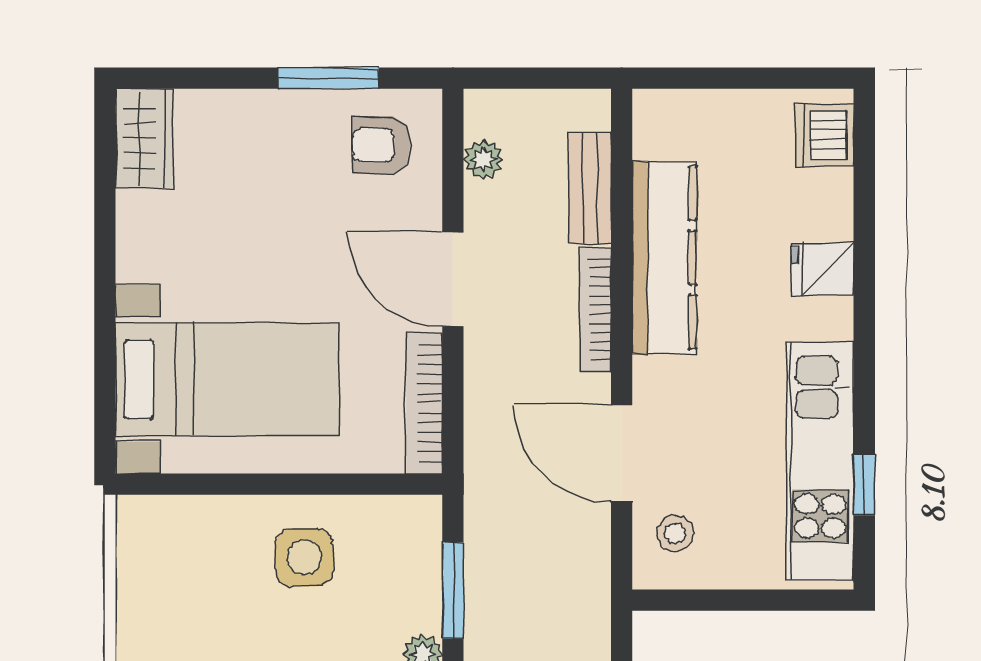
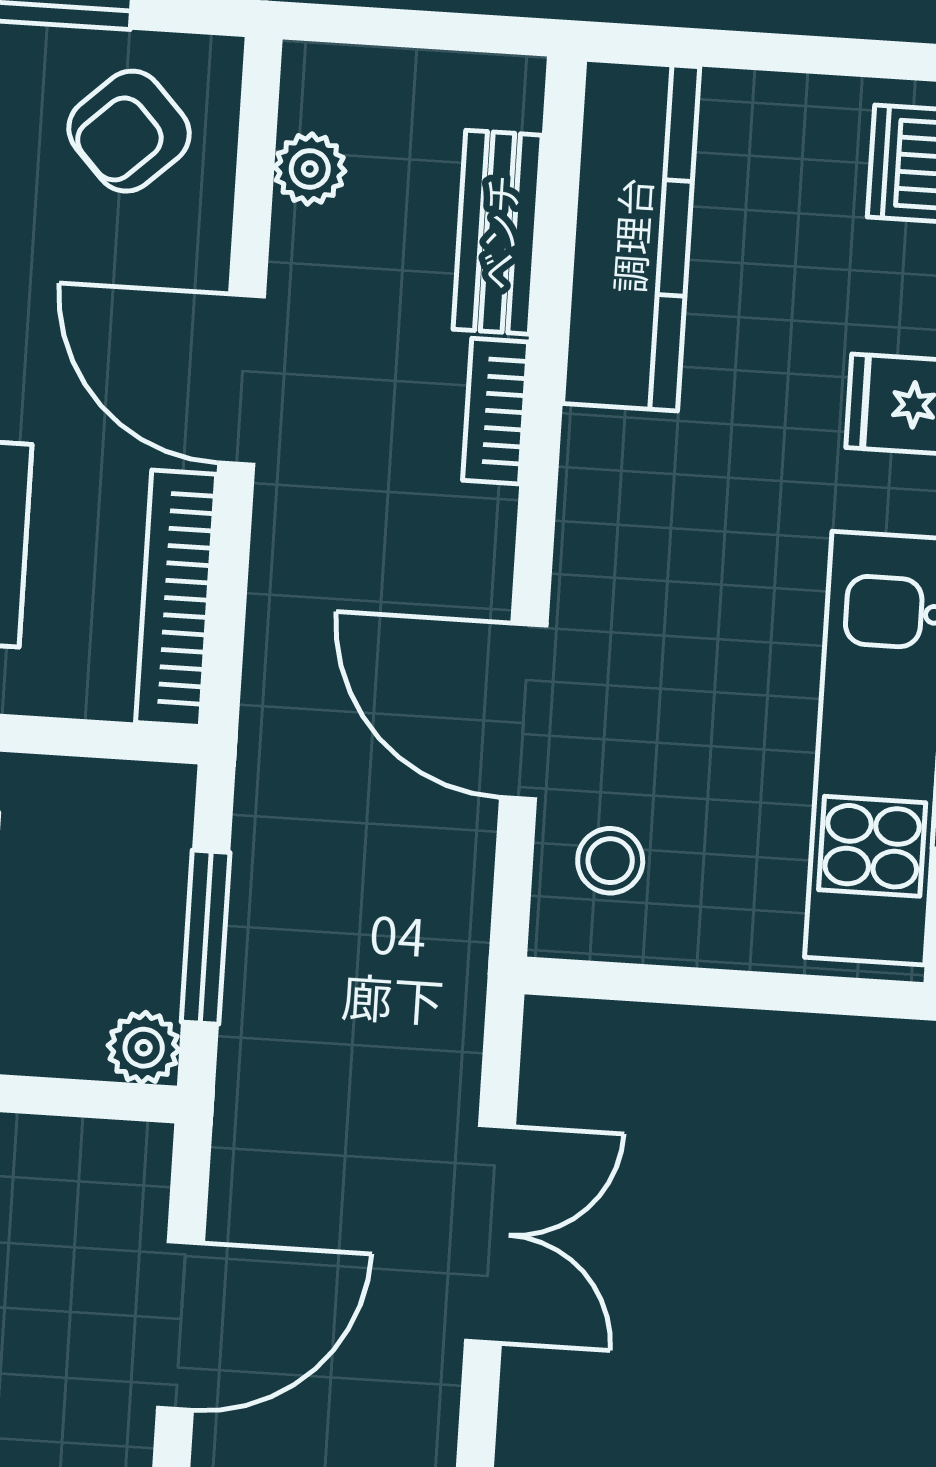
armchair: (381, 145) -> (129, 131), turned -43
kitchen counter: (664, 257) -> (631, 235), moved
bookcase: (595, 310) -> (496, 411), width x0.64

